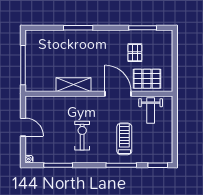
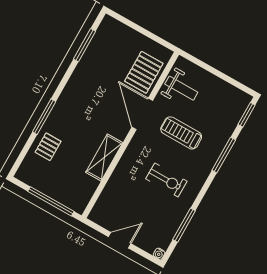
pallet: (135, 53) -> (48, 147), moved, turned 90
door: (118, 94) -> (142, 114), hinge flipped
exercise bike: (82, 136) -> (166, 180), turned 180
treadmill: (124, 139) -> (181, 133), moved

